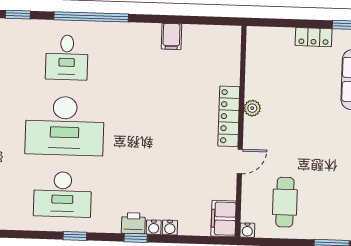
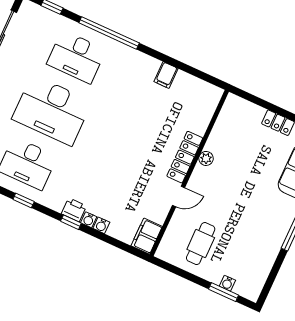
desk: (67, 57) -> (76, 57), width x1.37
water cooler: (247, 230) -> (227, 283), moved

